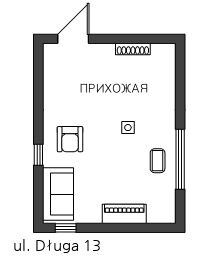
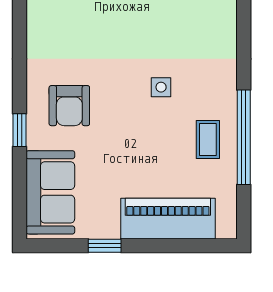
piano: (124, 214) -> (168, 219), width x1.37, depth x1.33
window: (66, 228) -> (105, 246), moved

